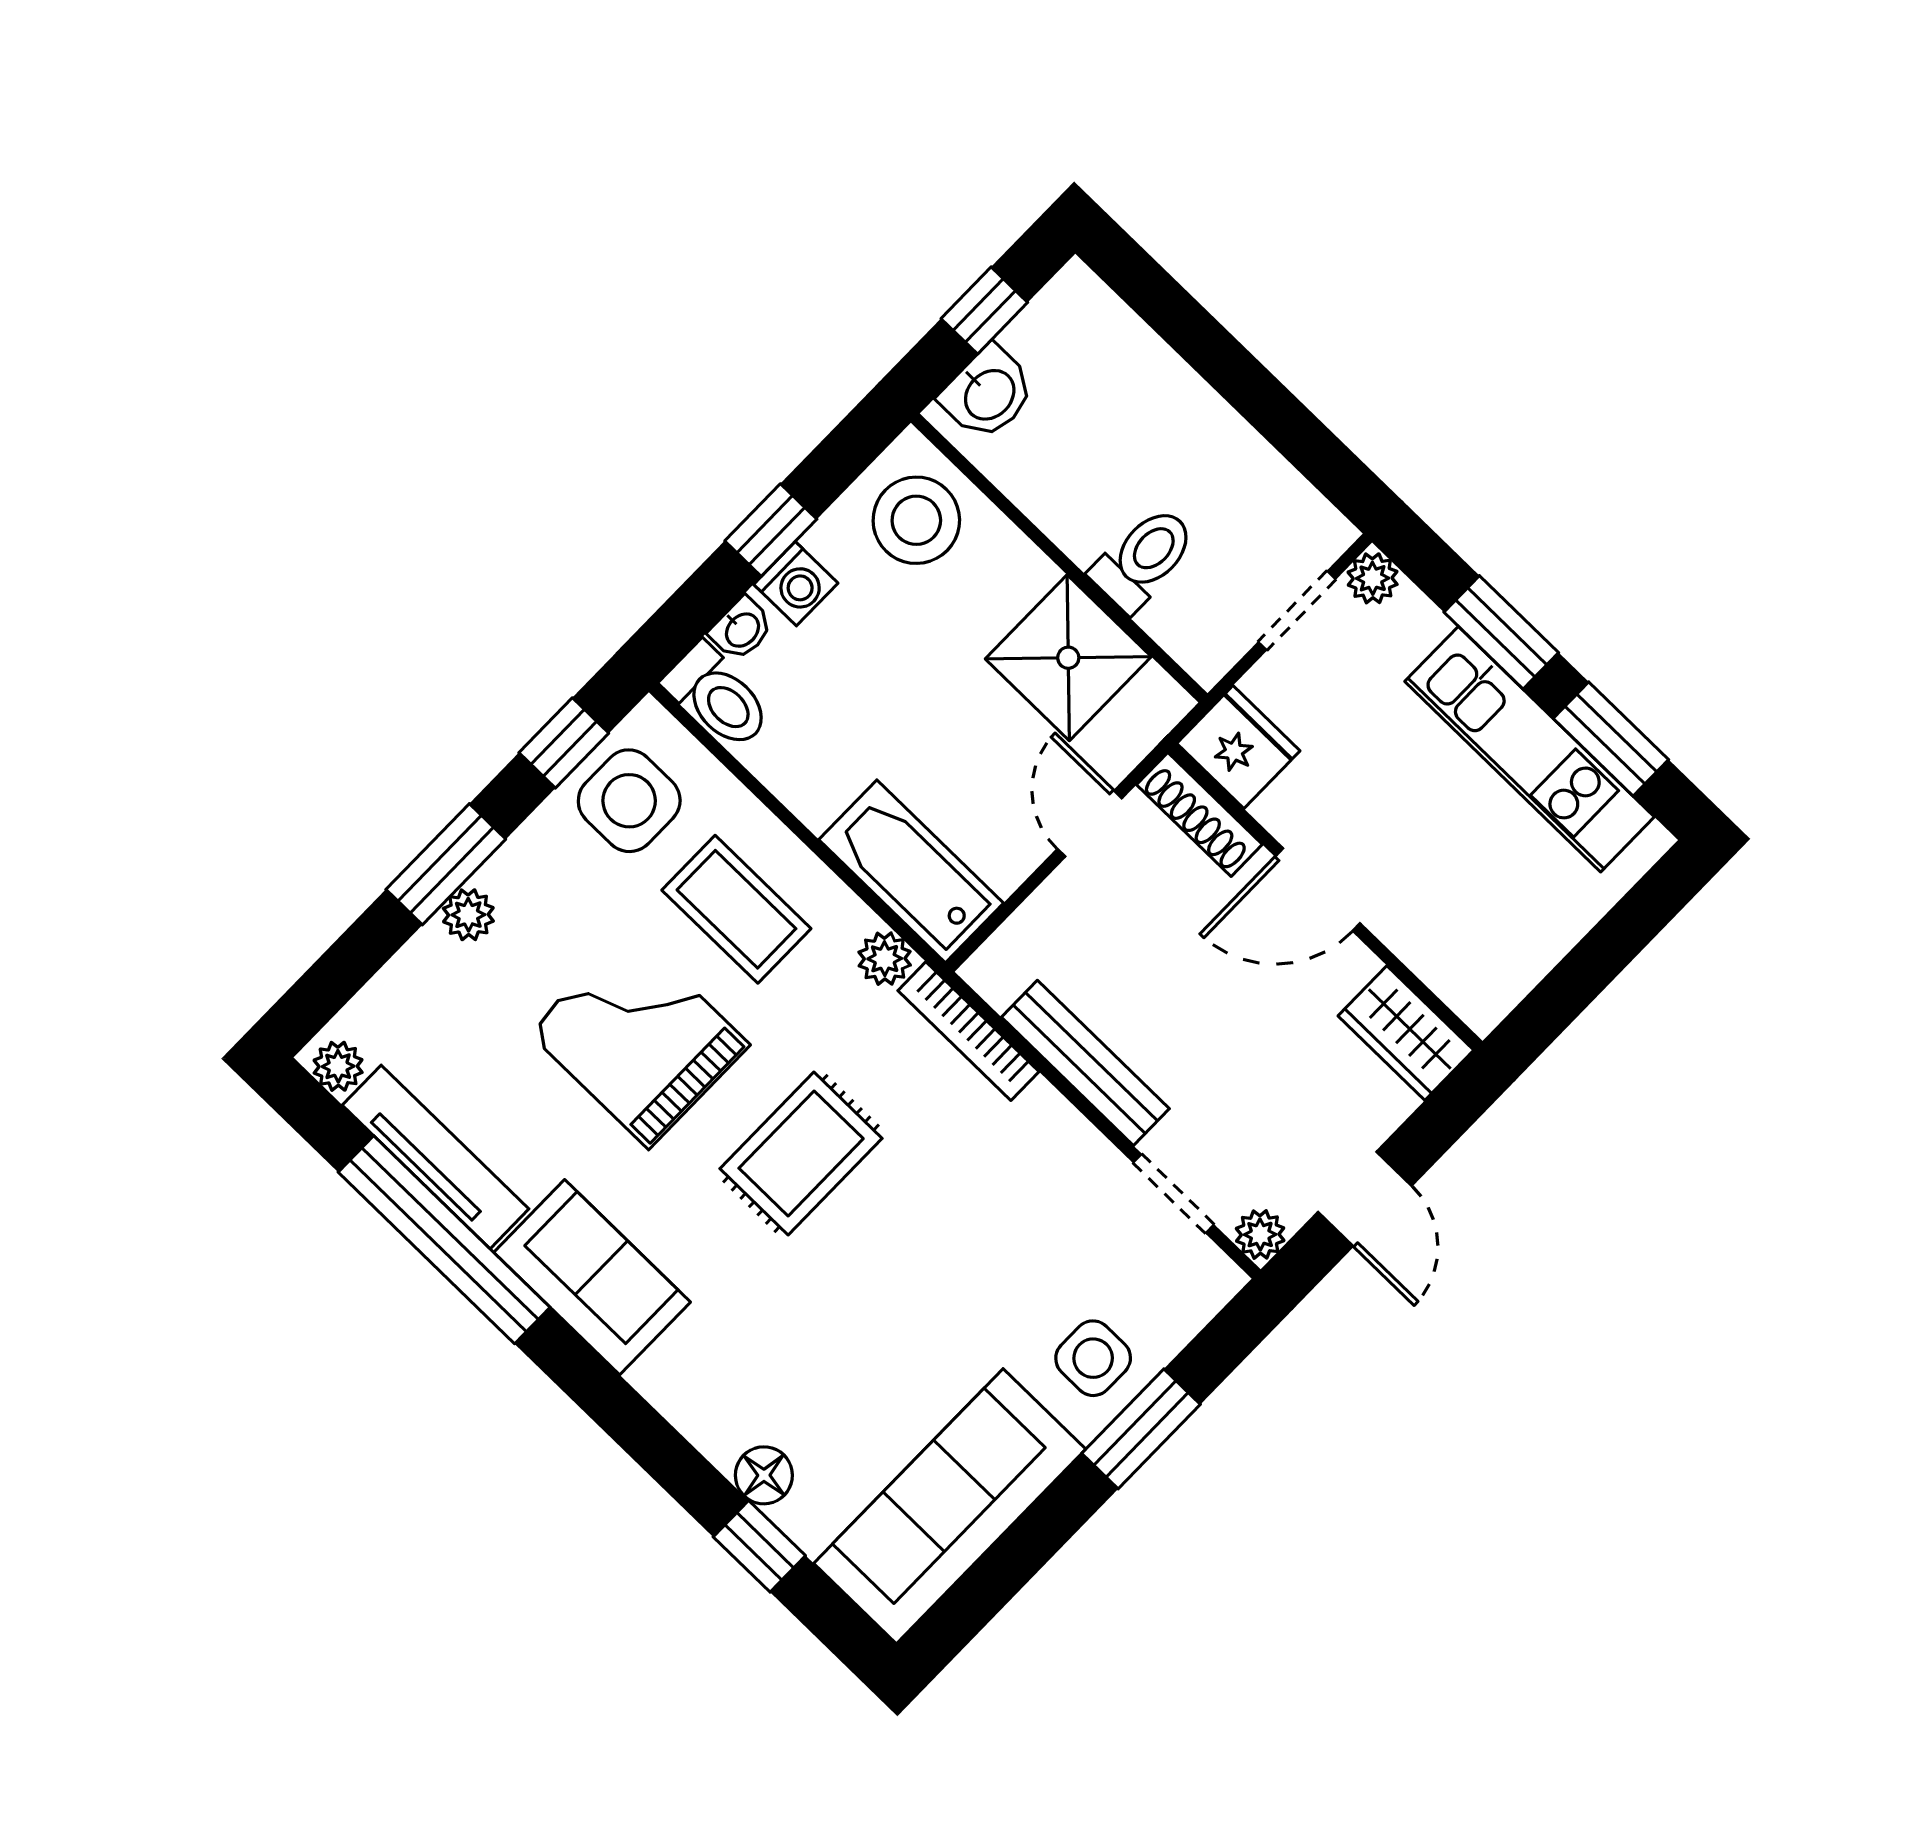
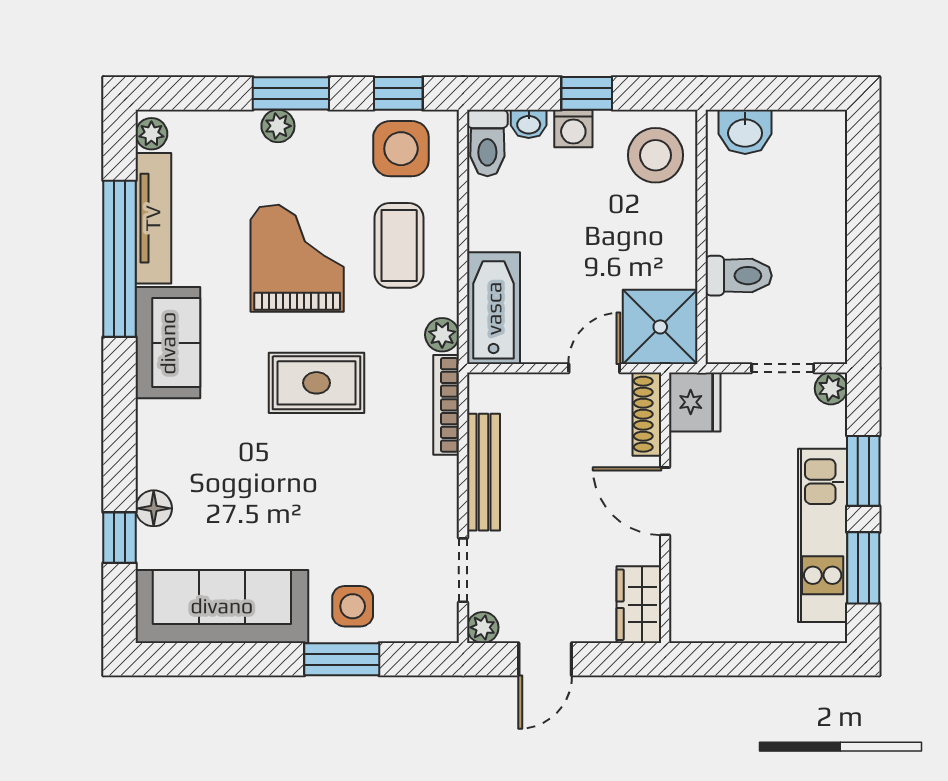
window: (984, 310) -> (781, 93), removed
shower: (1068, 658) -> (660, 327), moved

